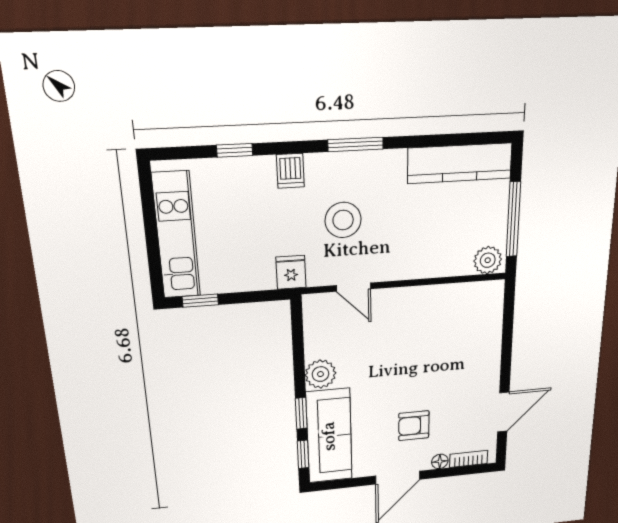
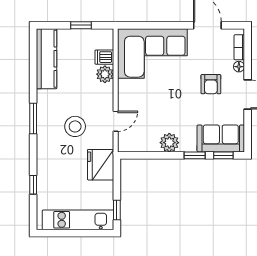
dishwasher: (290, 171) -> (104, 57), moved, turned 180
window: (513, 219) -> (81, 25), width x0.46
plant: (488, 260) -> (105, 74), moved
fridge: (291, 272) -> (101, 165), width x1.88, depth x1.34
corner sofa: (463, 336) -> (152, 53), added
sofa: (329, 436) -> (221, 138), width x0.73

